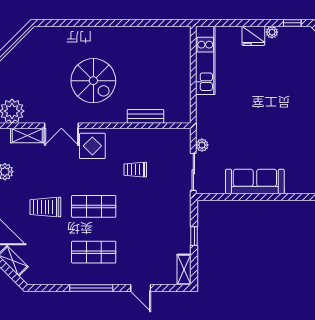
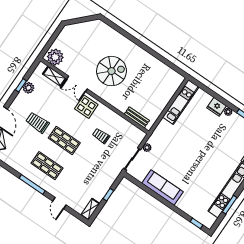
spiral stairs: (93, 81) -> (111, 71), turned -90
bench: (146, 116) -> (137, 117), moved

